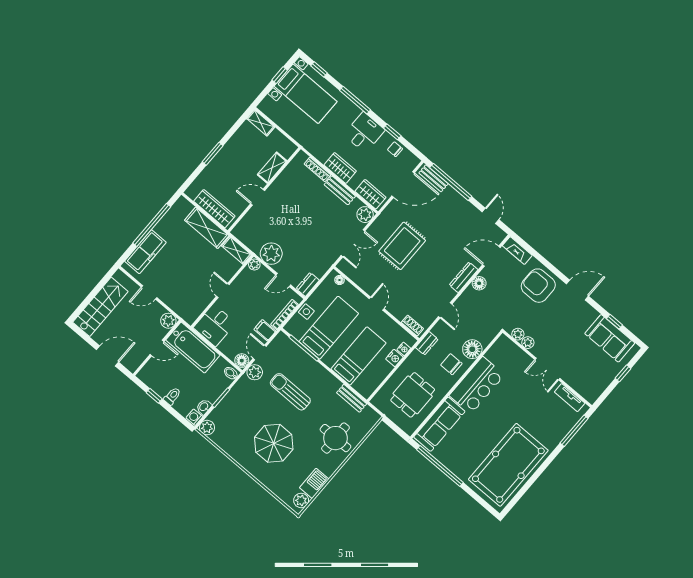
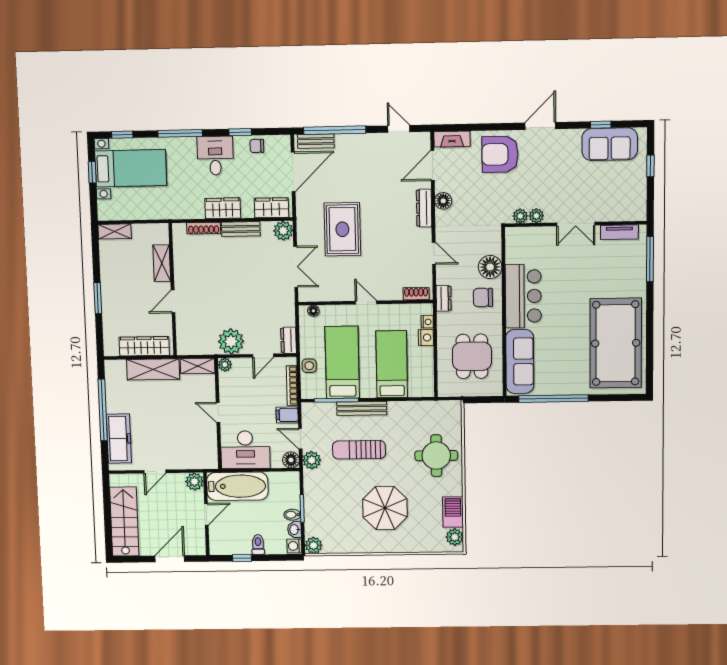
desk: (215, 325) -> (245, 450), width x1.37
bidet: (231, 373) -> (292, 515), moved
bench: (352, 398) -> (362, 408), moved, width x1.36

